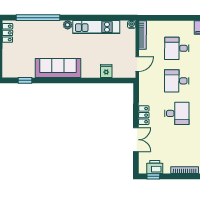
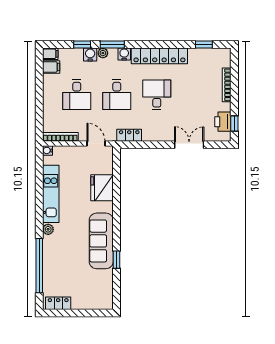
fridge: (106, 71) -> (102, 188), width x1.88, depth x1.34
window: (25, 80) -> (116, 260), moved
locker: (144, 115) -> (129, 135), moved

